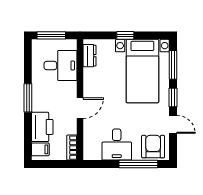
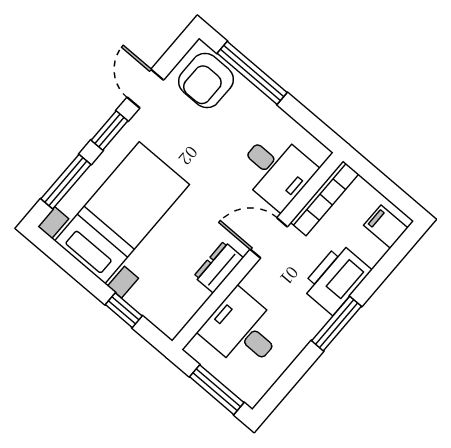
window: (125, 35) -> (124, 310), moved
dresser: (89, 56) -> (219, 267), moved
printer: (42, 127) -> (336, 279), moved
desk: (117, 145) -> (276, 170), moved, turned 90
bookcase: (72, 148) -> (325, 198), width x1.56

